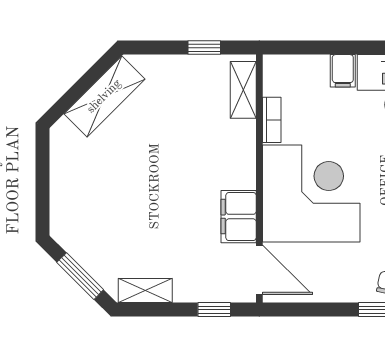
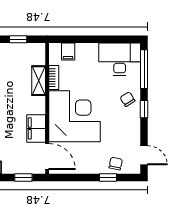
filing cabinet: (343, 71) -> (68, 52), moved
shelving: (243, 90) -> (39, 81), moved

